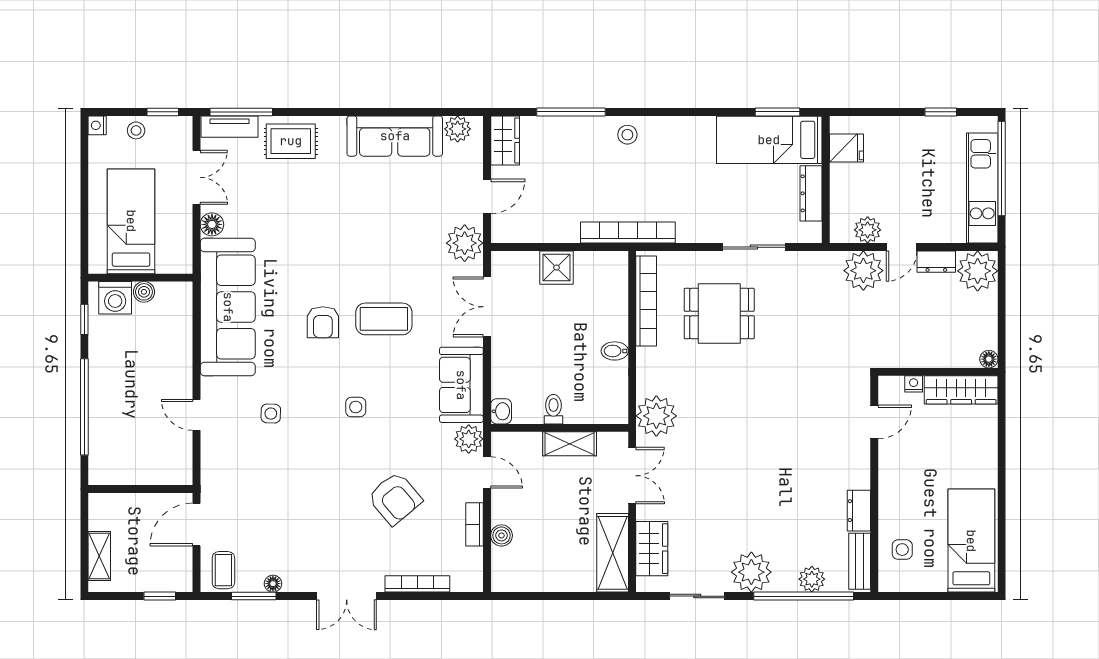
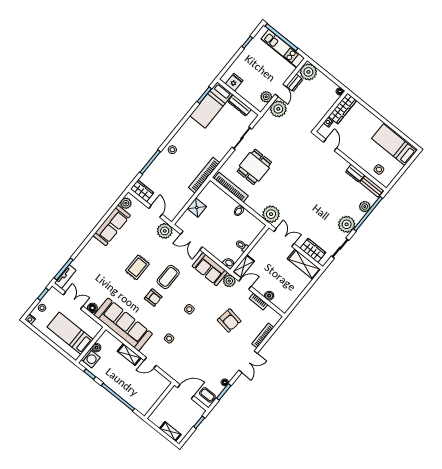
rug: (291, 141) -> (137, 267), moved
shelving: (180, 364) -> (129, 355), added
shelving: (570, 444) -> (244, 266), moved
armchair: (395, 498) -> (229, 321), turned 49
door: (197, 525) -> (186, 392), swing flipped

